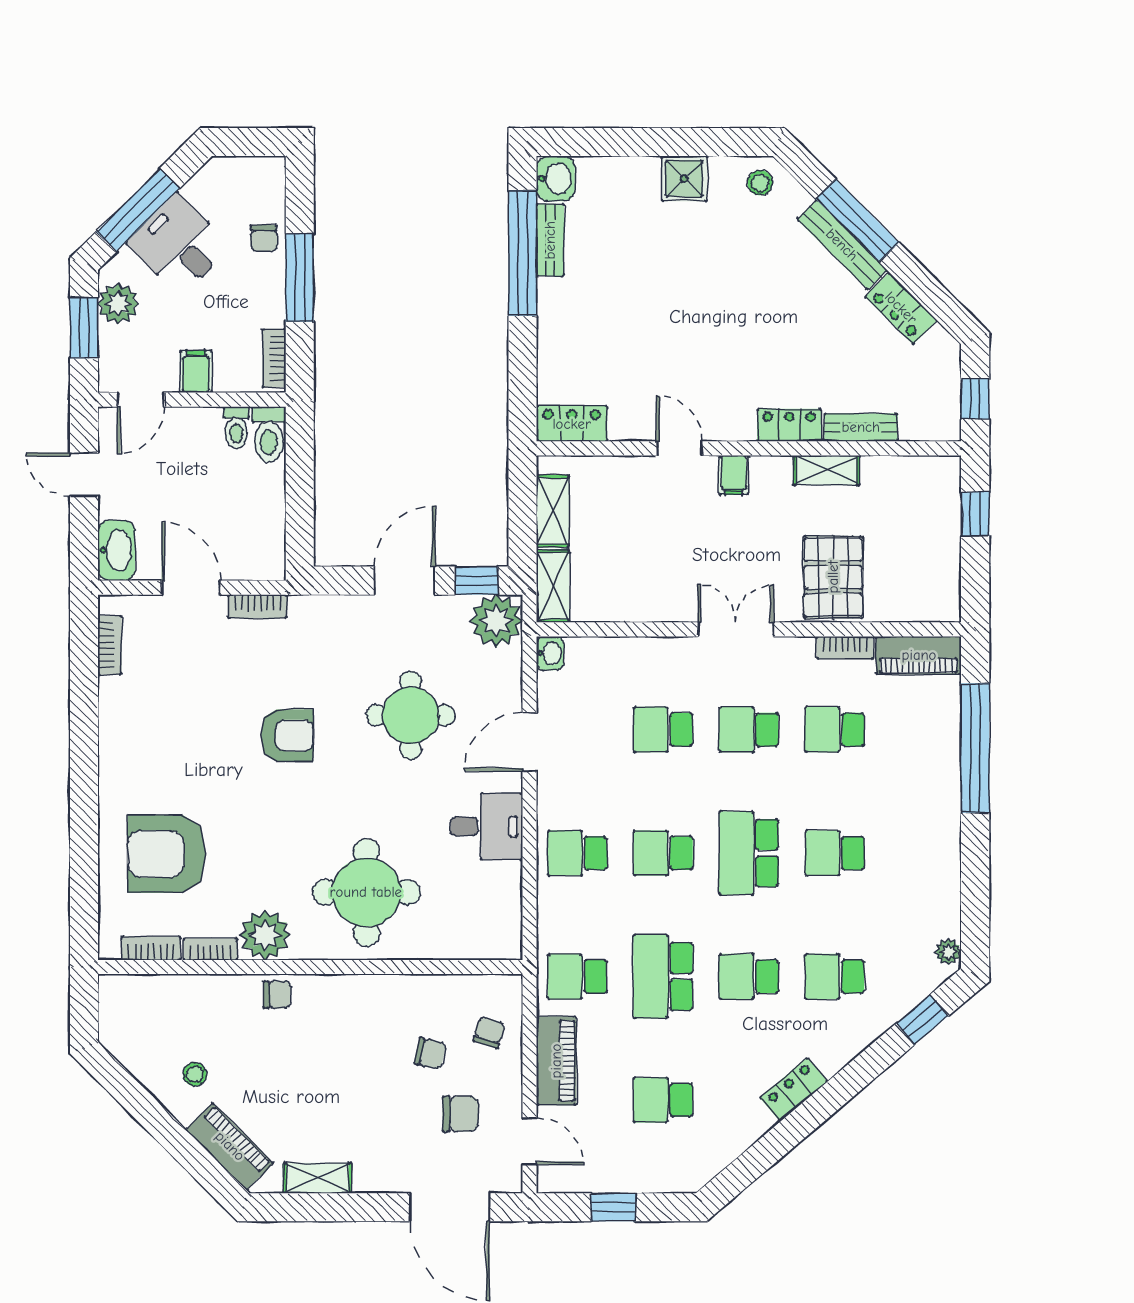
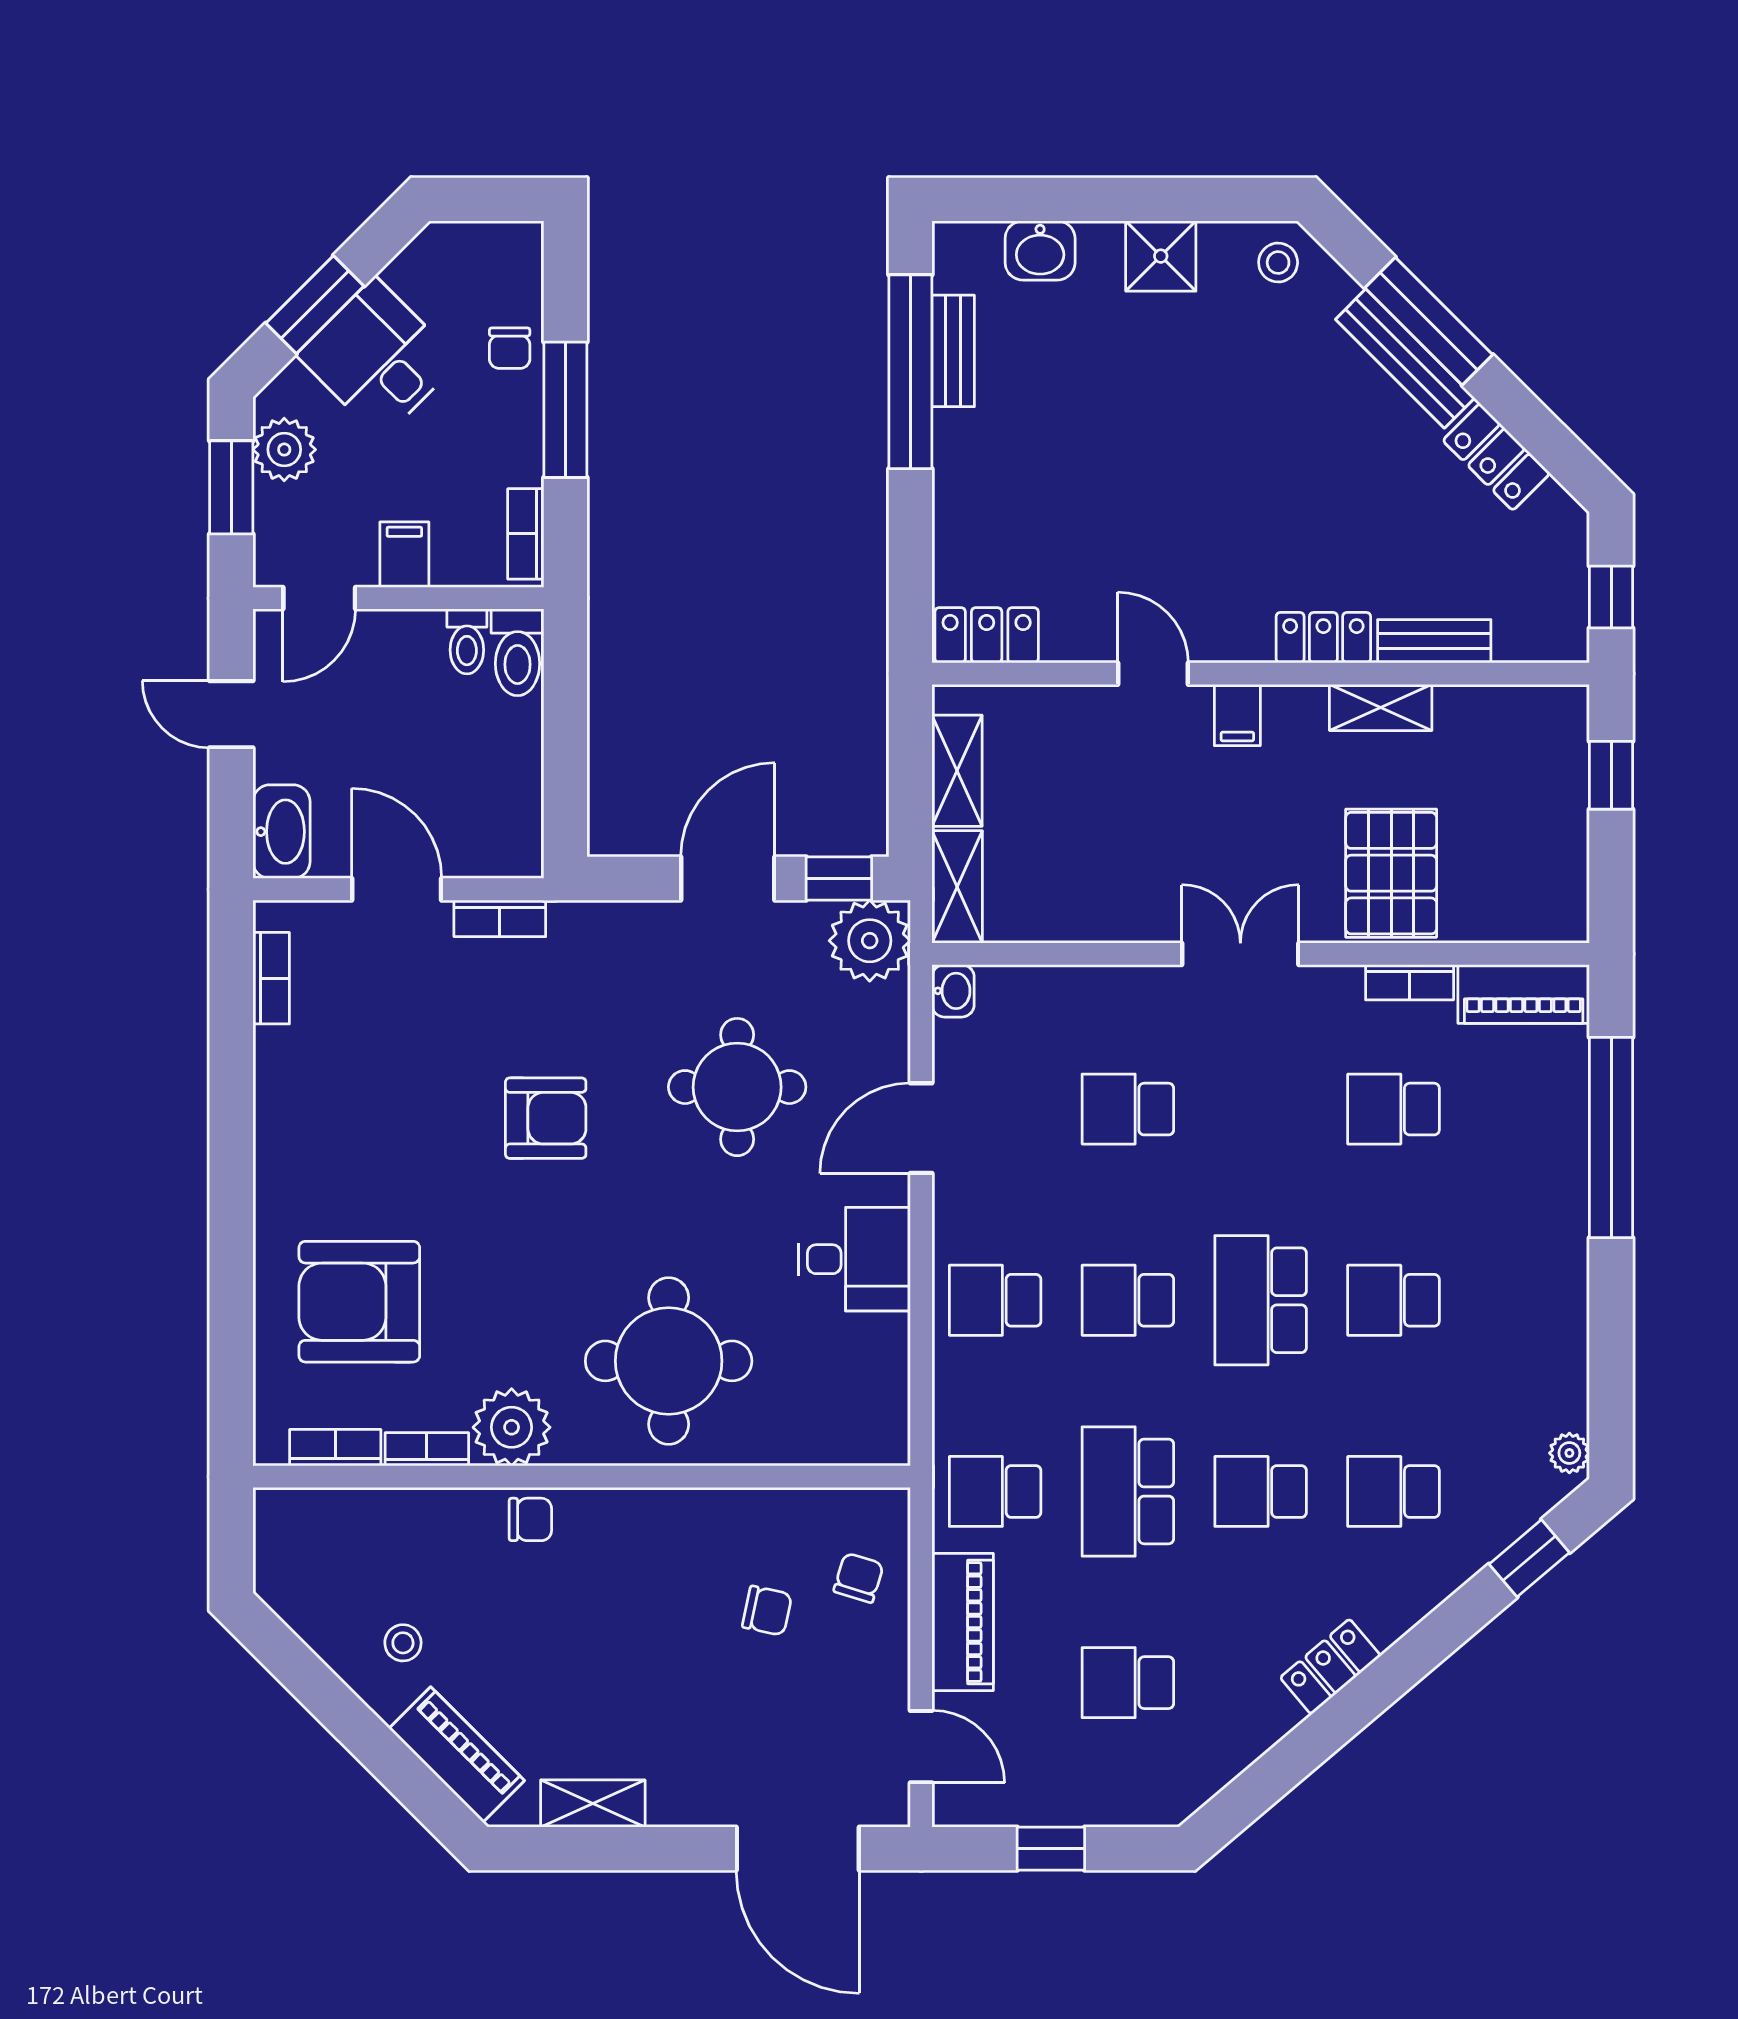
washbasin: (556, 179) -> (1040, 251), moved, turned 90
window: (138, 210) -> (315, 305), width x0.69
school desk: (749, 730) -> (1261, 1109), removed
chair: (460, 1114) -> (814, 1704), removed

